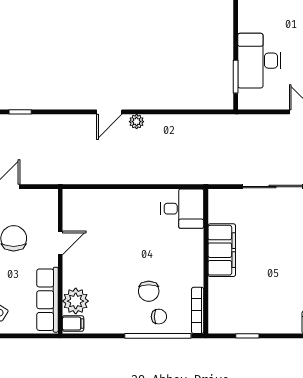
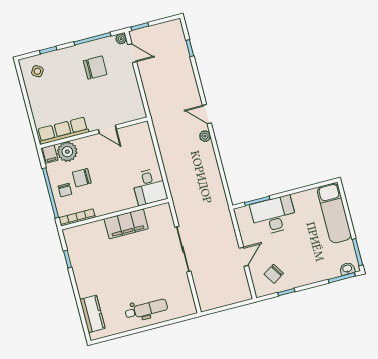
door: (60, 243) -> (107, 129), moved
wall: (60, 261) -> (94, 133), moved
row of seats: (47, 300) -> (63, 131), moved
plant: (76, 301) -> (67, 152), moved
filing cabinet: (73, 324) -> (50, 154), moved

